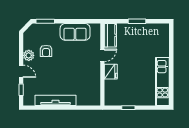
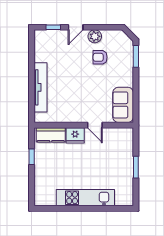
sofa: (75, 32) -> (123, 105), moved
kitchen counter: (110, 35) -> (51, 135), moved
kitchen unit: (162, 81) -> (85, 198), moved
tv unit: (56, 100) -> (41, 87), moved

